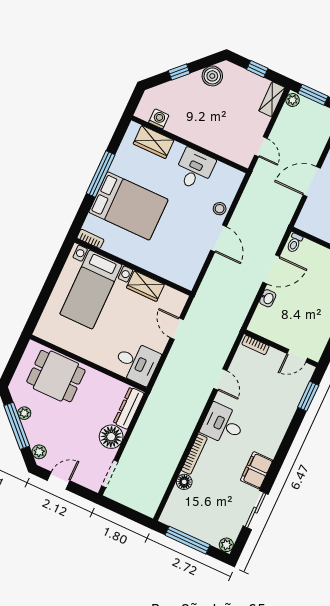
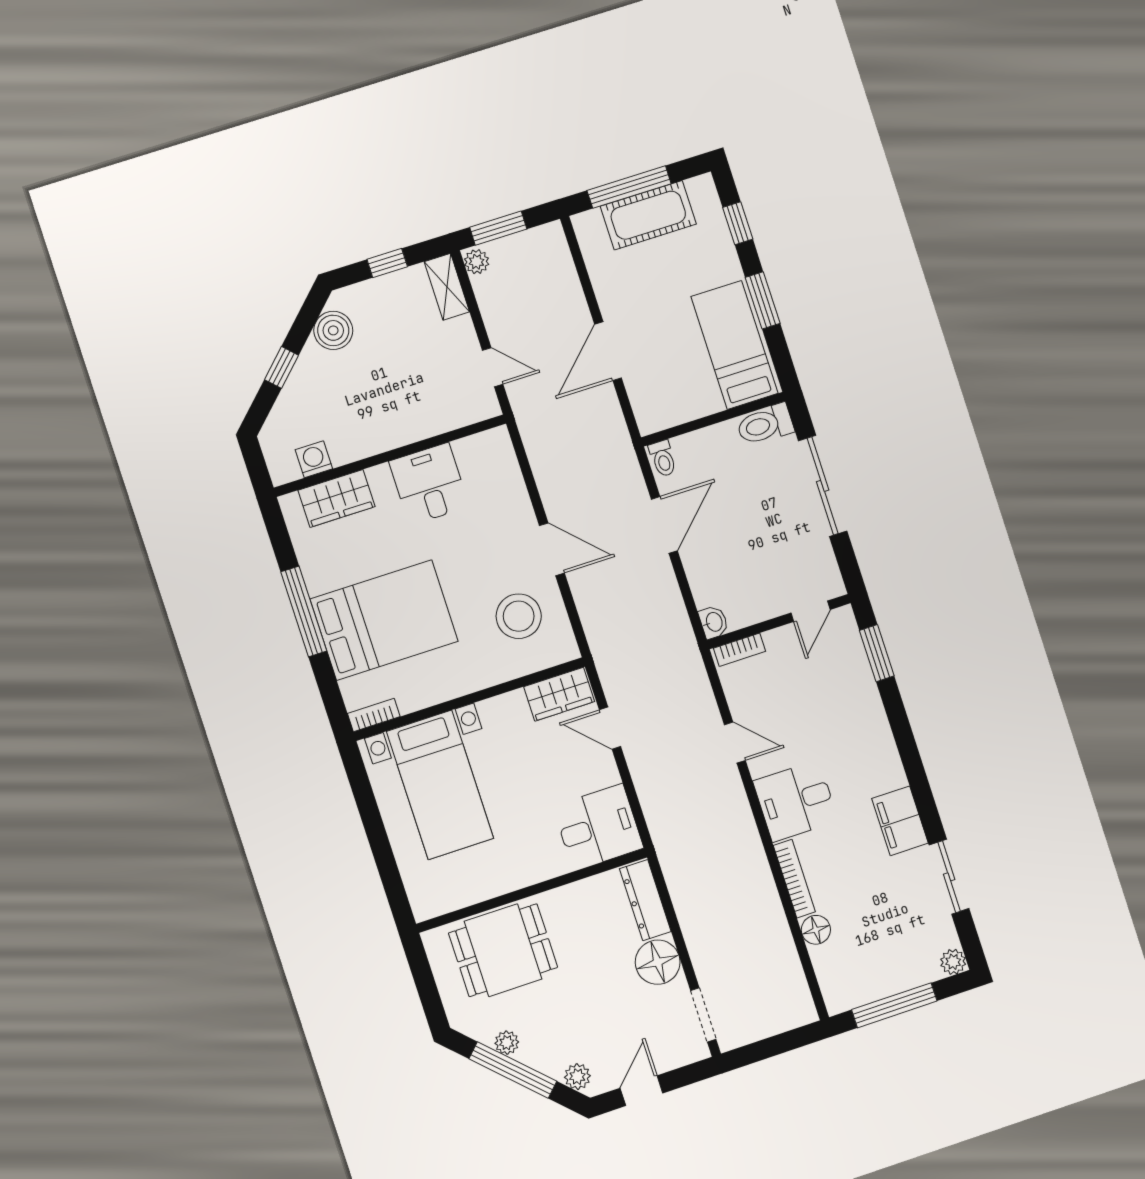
stool: (220, 209) -> (519, 616), moved, width x1.89, depth x1.89
wardrobe: (145, 286) -> (559, 694), moved
washbasin: (268, 298) -> (714, 622), moved

